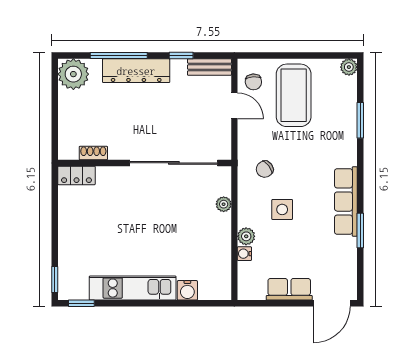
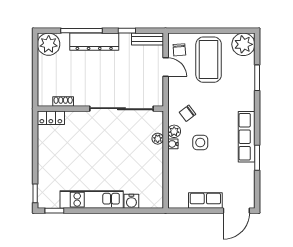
plant: (349, 67) -> (243, 44), width x1.88, depth x1.88
plant: (246, 236) -> (174, 131), moved
water cooler: (244, 254) -> (173, 144), moved

